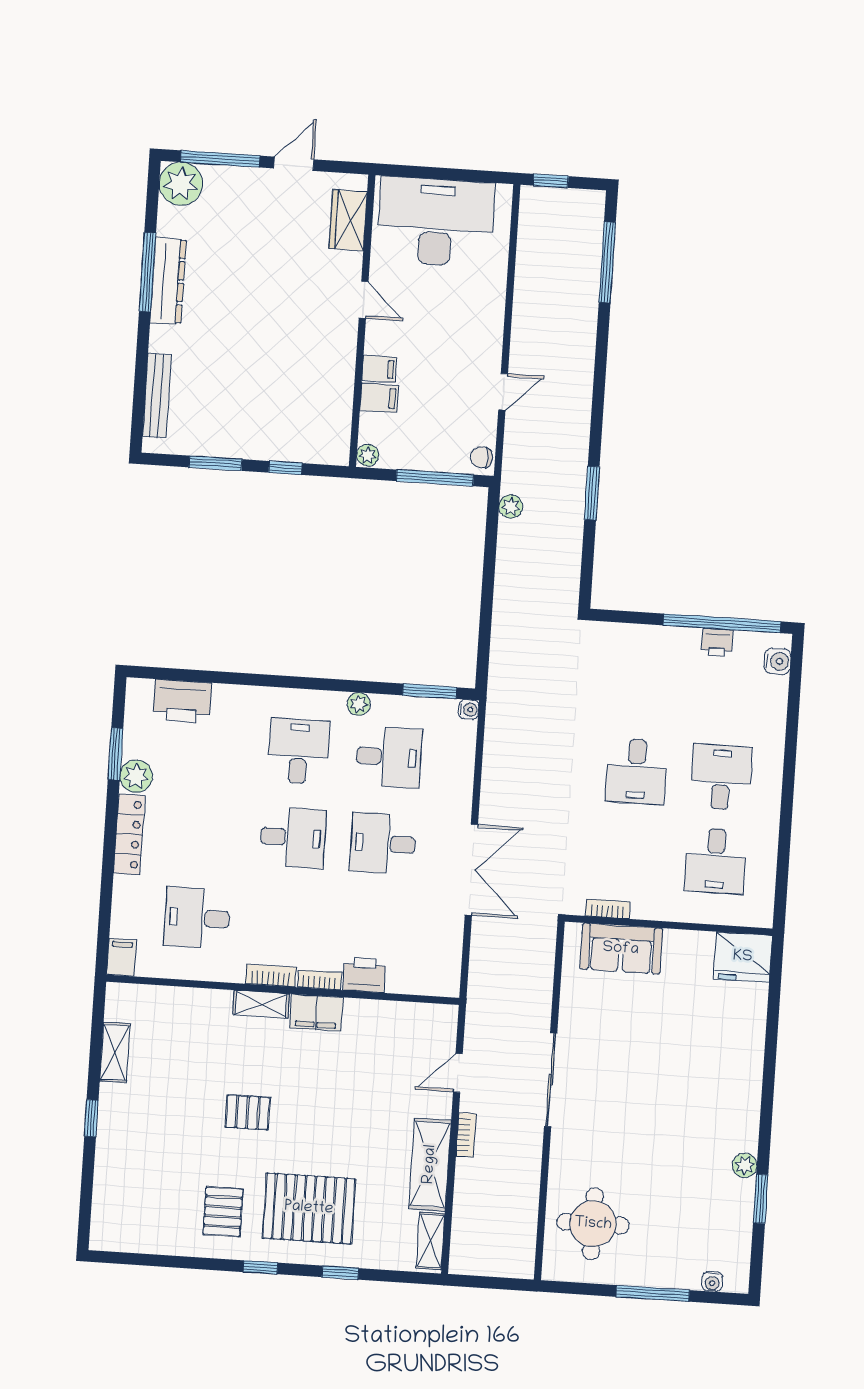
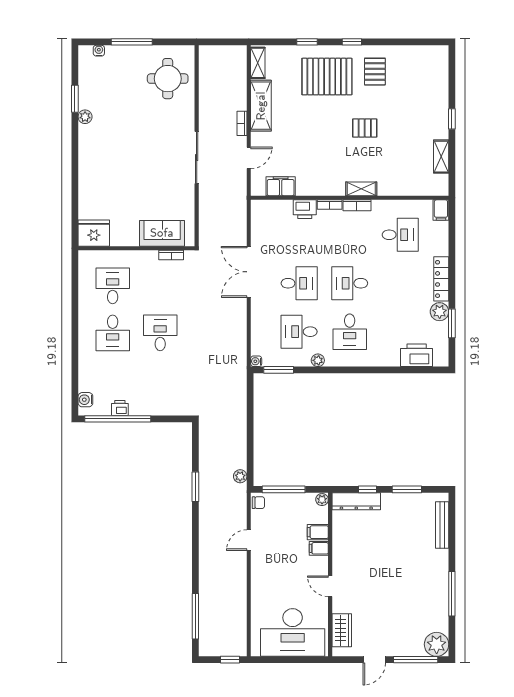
dresser: (168, 281) -> (356, 501), moved, turned -90
filing cabinet: (316, 1013) -> (281, 186), moved

